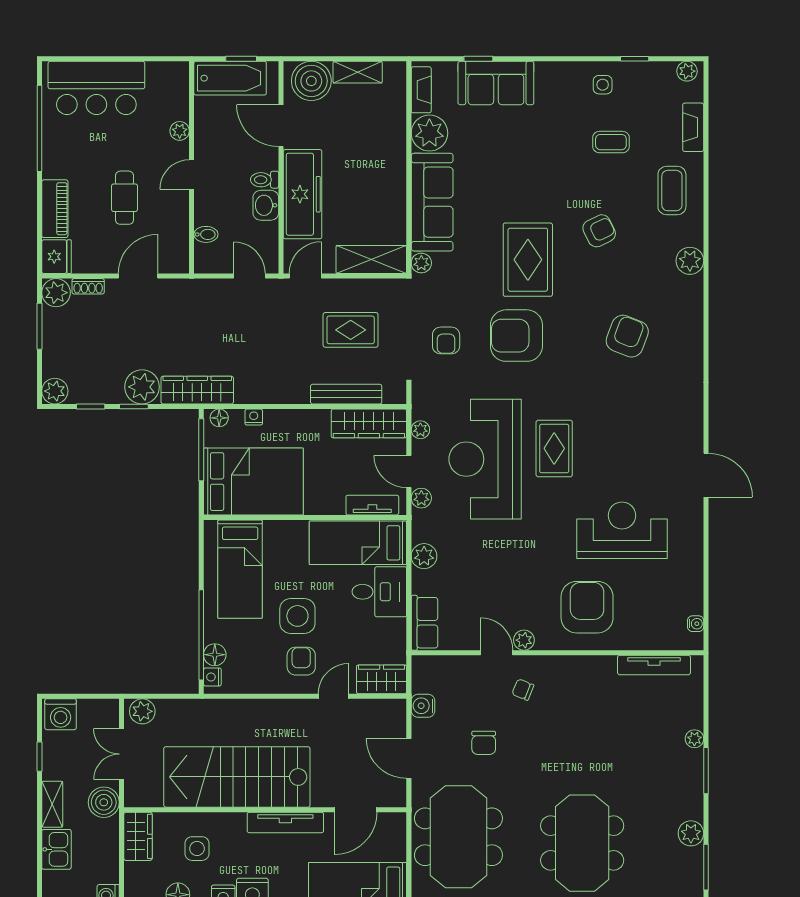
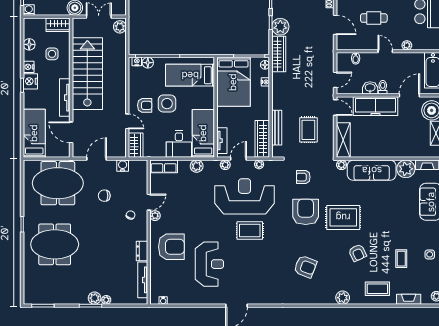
dresser: (596, 666) -> (142, 251), added
plant: (691, 833) -> (95, 298), moved

